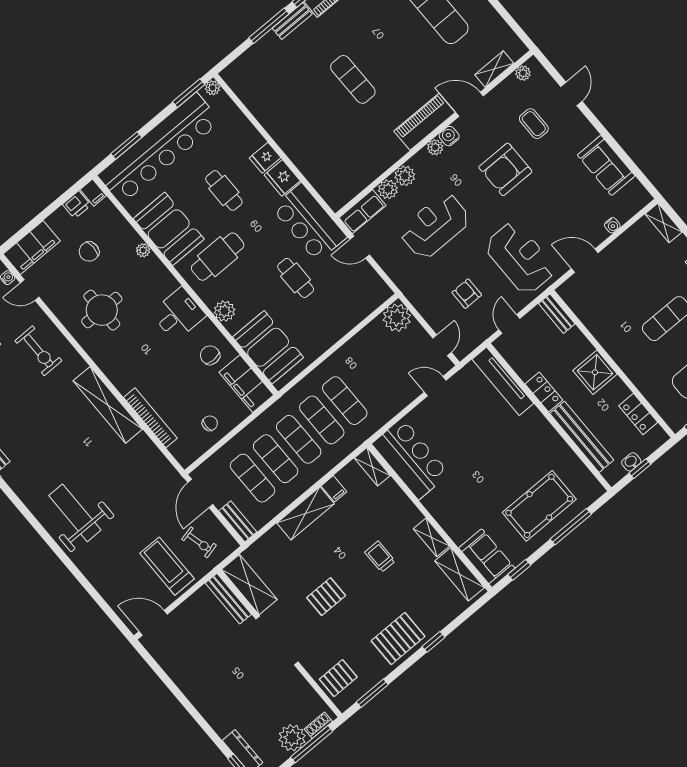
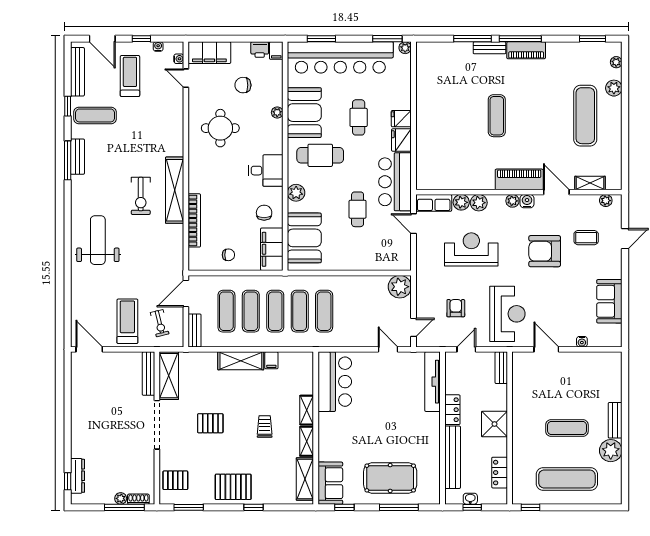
coffee table: (534, 124) -> (586, 238), turned 90
shelving: (664, 223) -> (615, 367), removed
exercise bike: (38, 351) -> (141, 196), moved
shelving: (372, 467) -> (307, 410), moved
plant: (292, 738) -> (121, 498), width x0.53, depth x0.53

